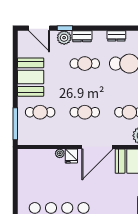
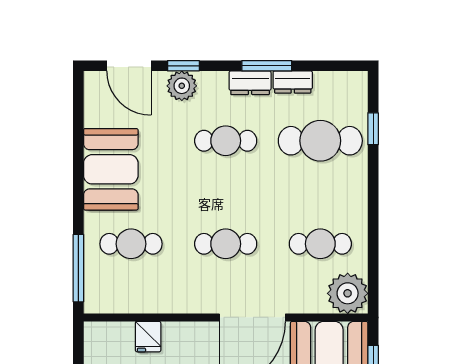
window: (104, 28) -> (267, 66), added
dresser: (82, 36) -> (250, 83), moved
plant: (60, 153) -> (173, 331), removed
fridge: (71, 156) -> (148, 337), moved

